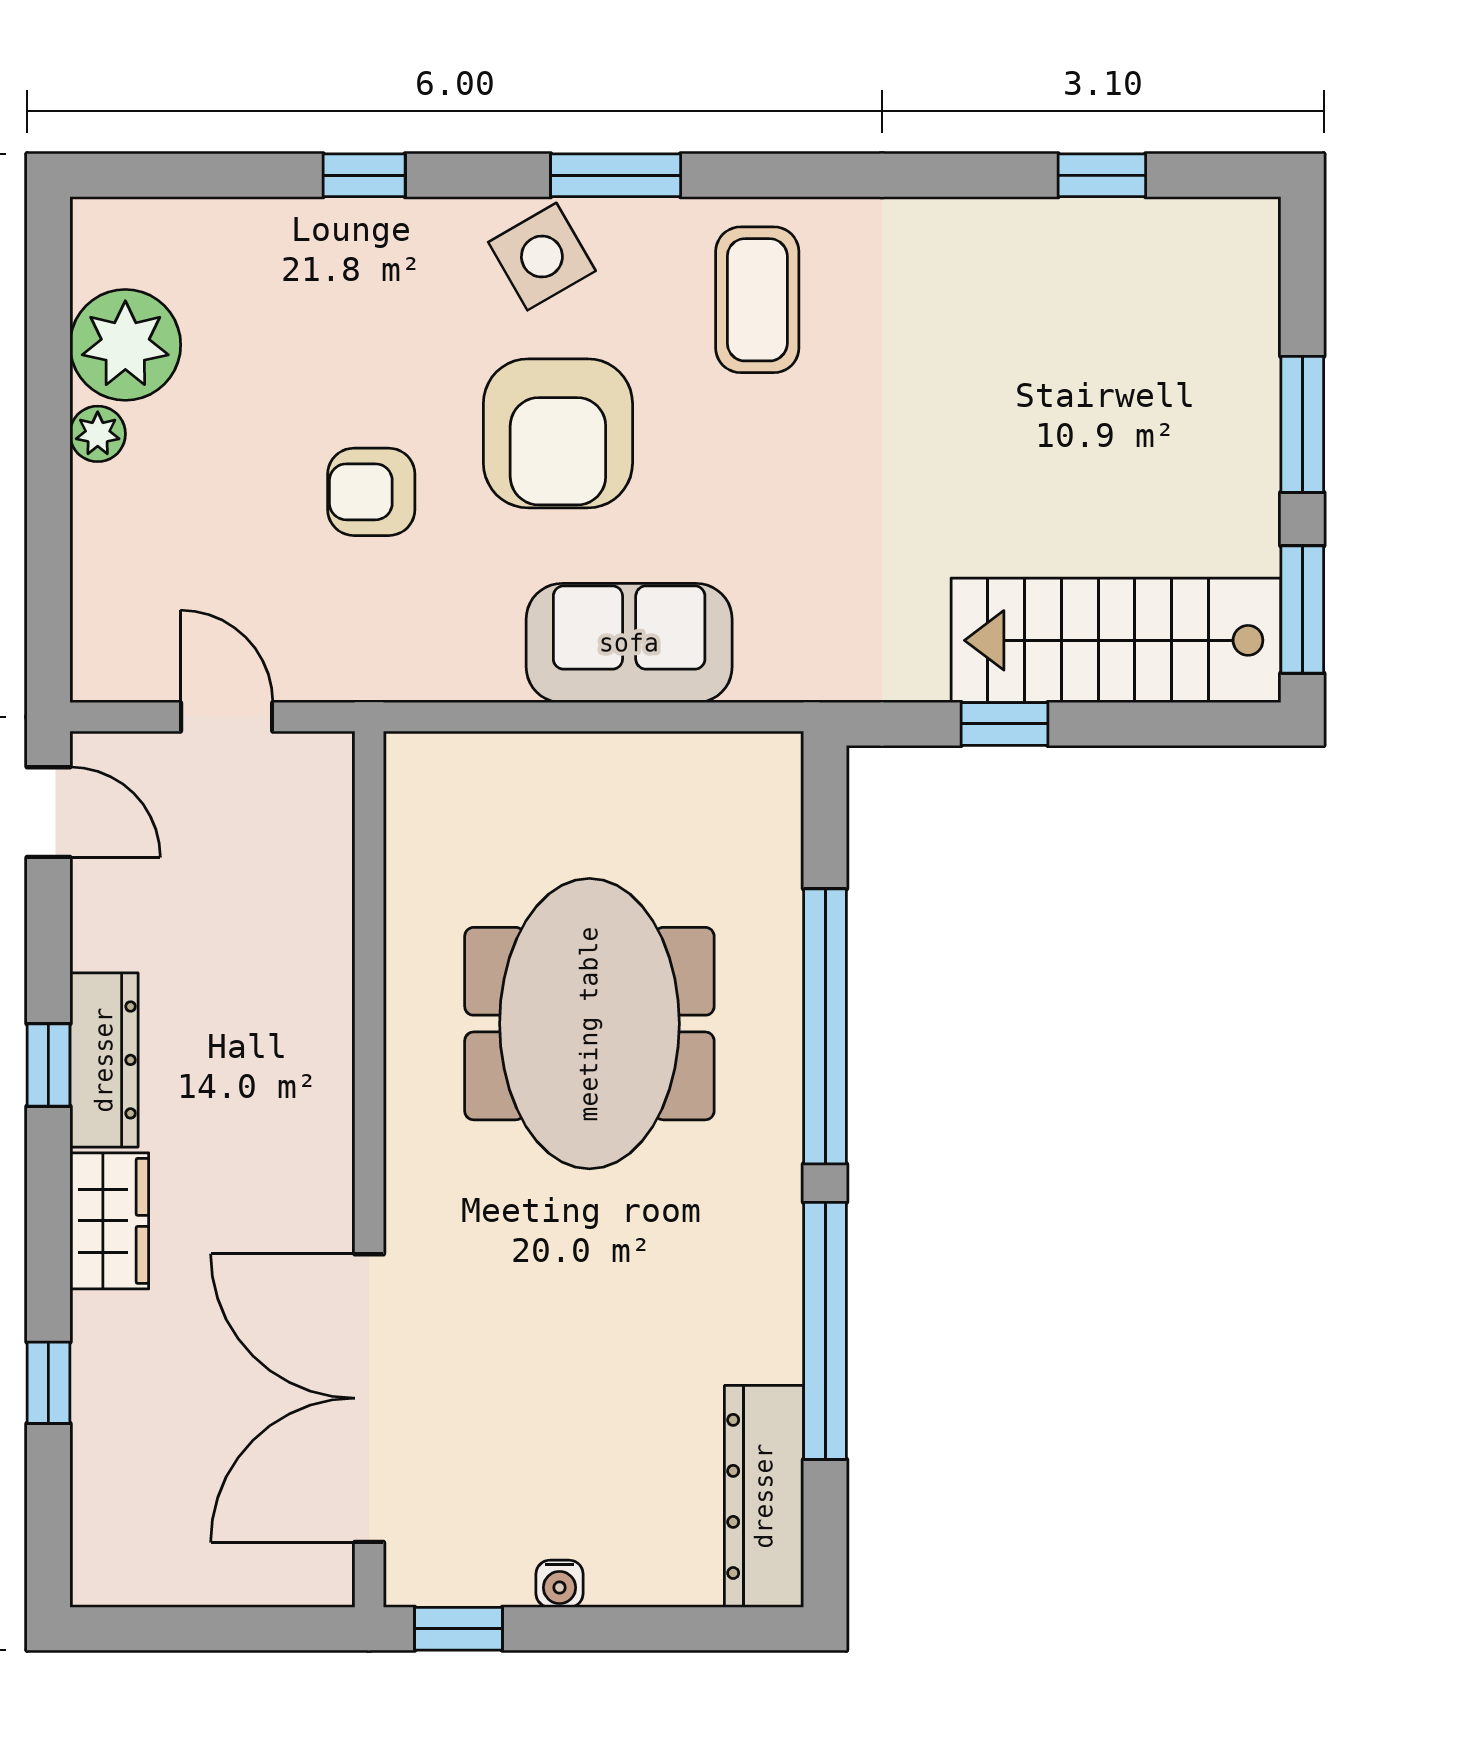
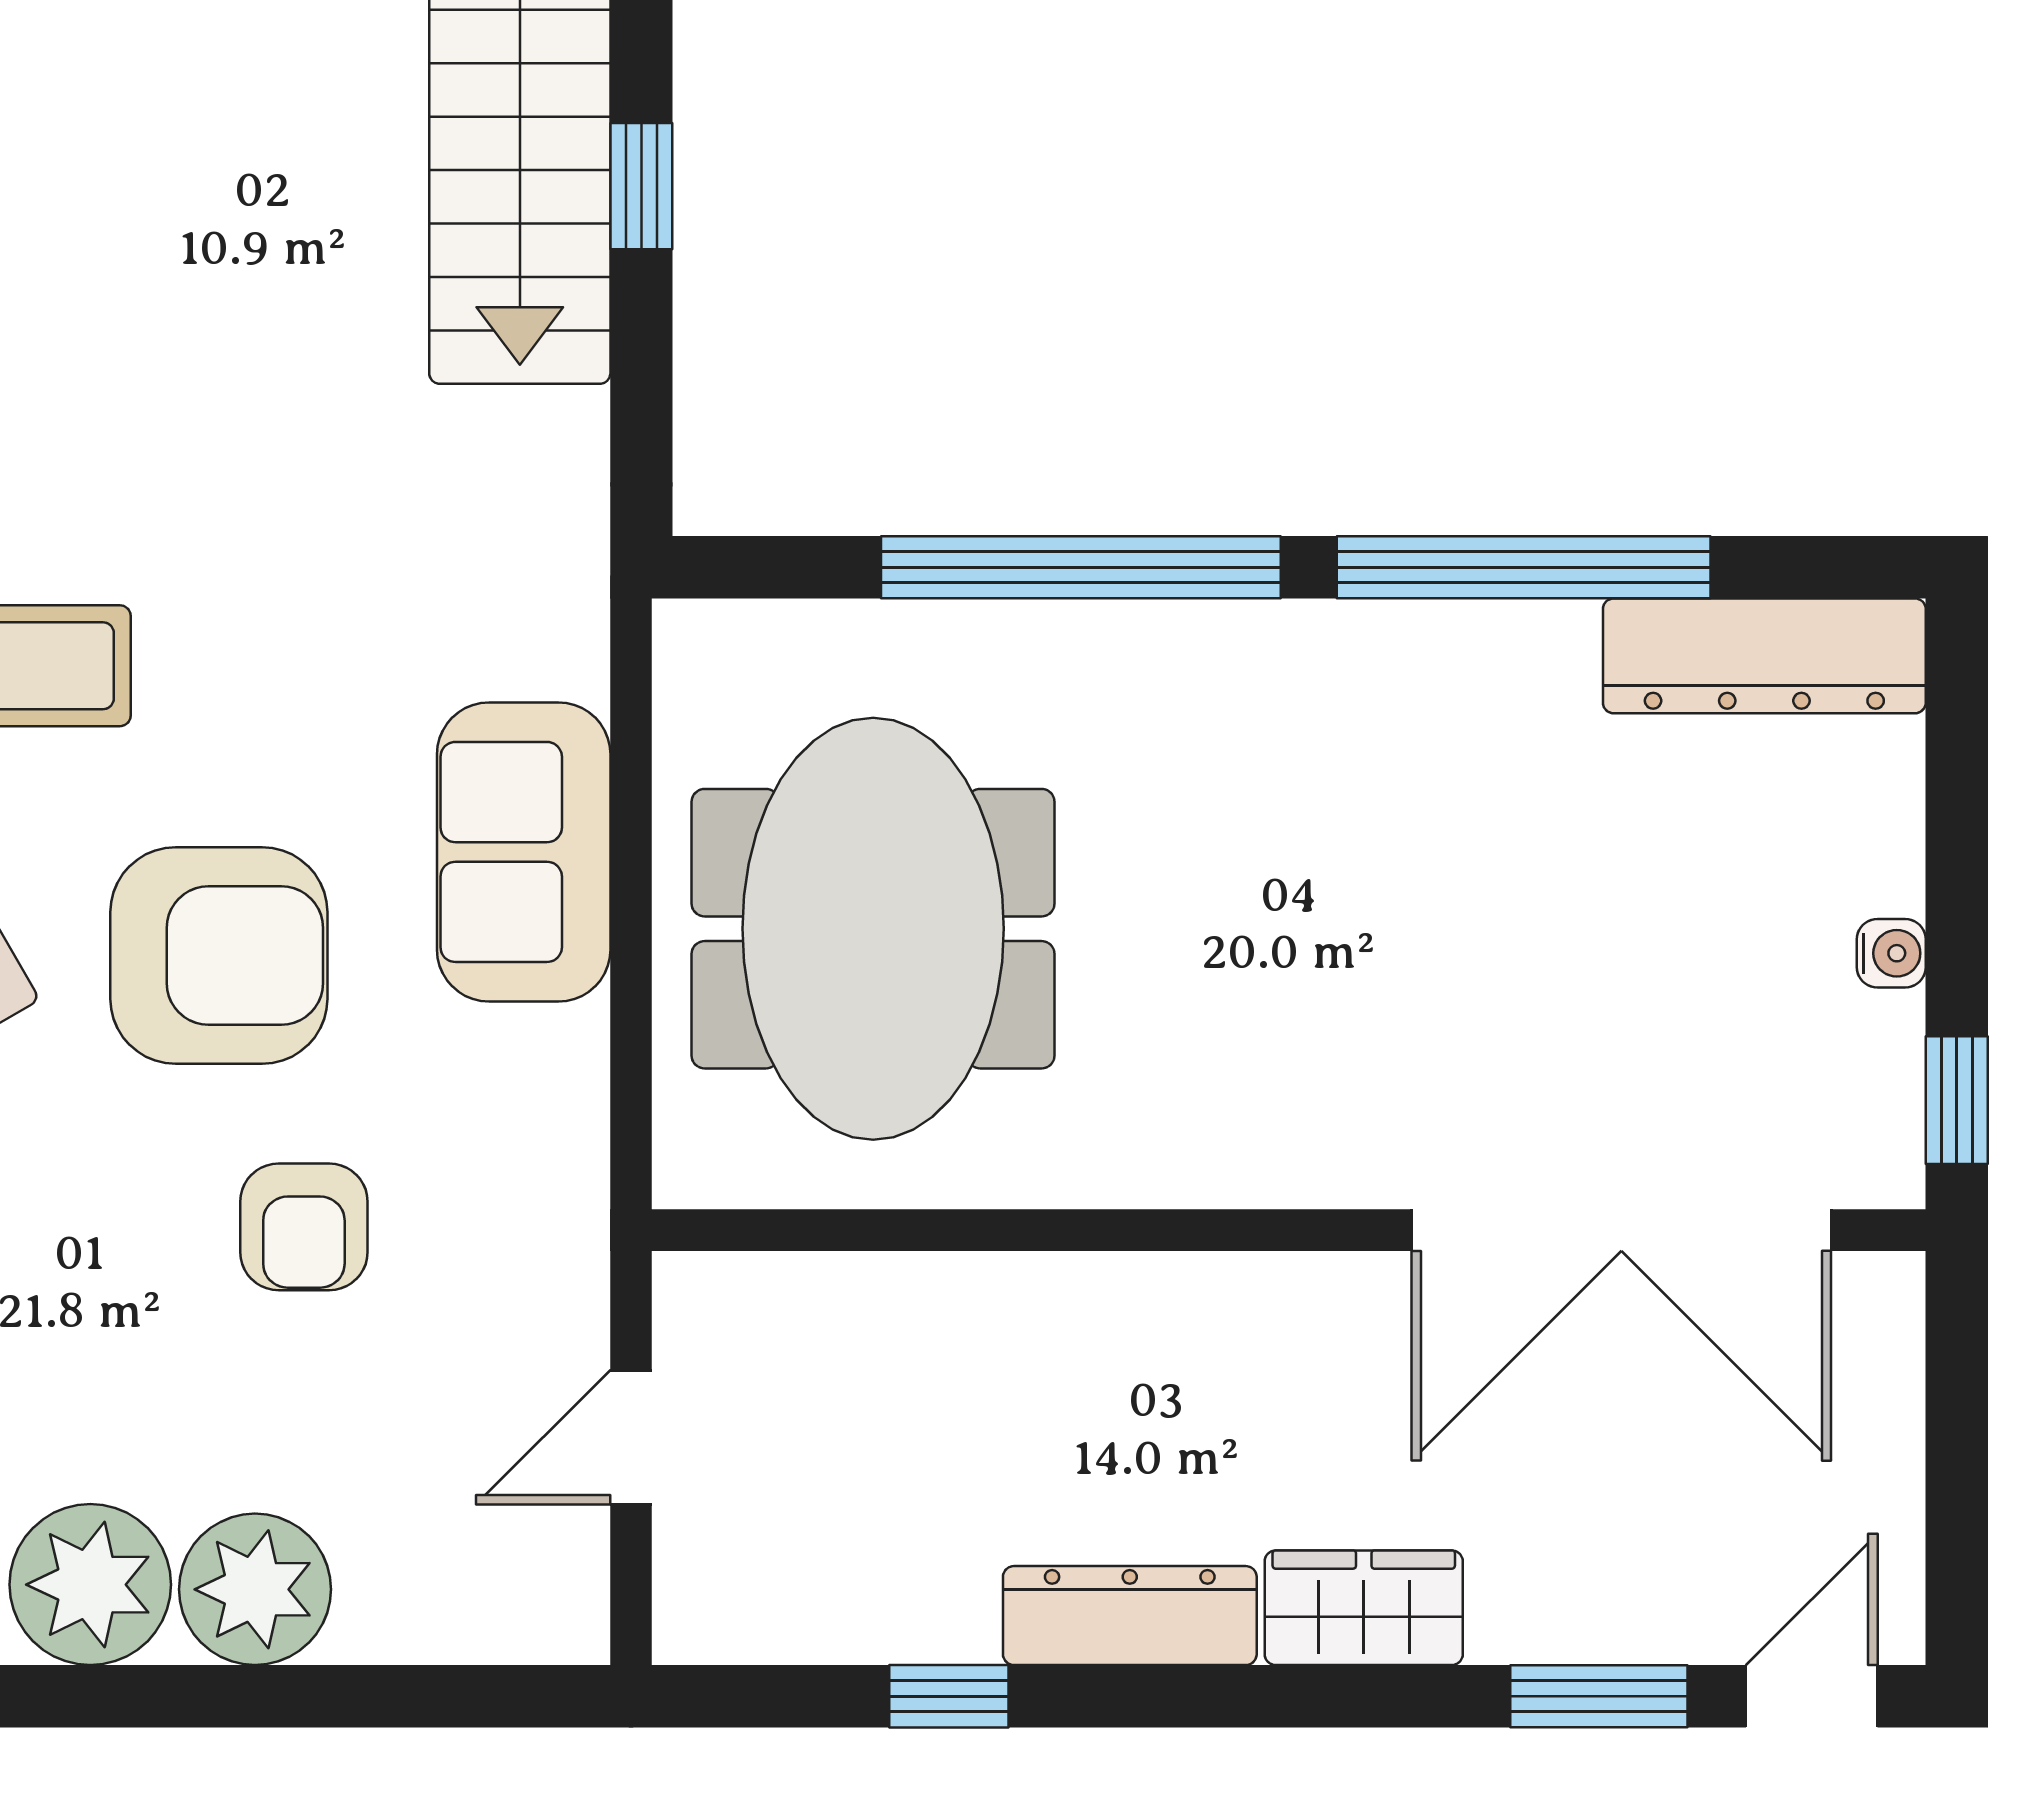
plant: (98, 434) -> (255, 1589), width x1.87, depth x1.87
window: (1004, 724) -> (641, 186), moved
door: (48, 812) -> (1812, 1696), moved
meeting table: (589, 1024) -> (873, 929), moved, turned 90
window: (48, 1065) -> (949, 1696), moved
window: (48, 1383) -> (1599, 1696), width x1.50

